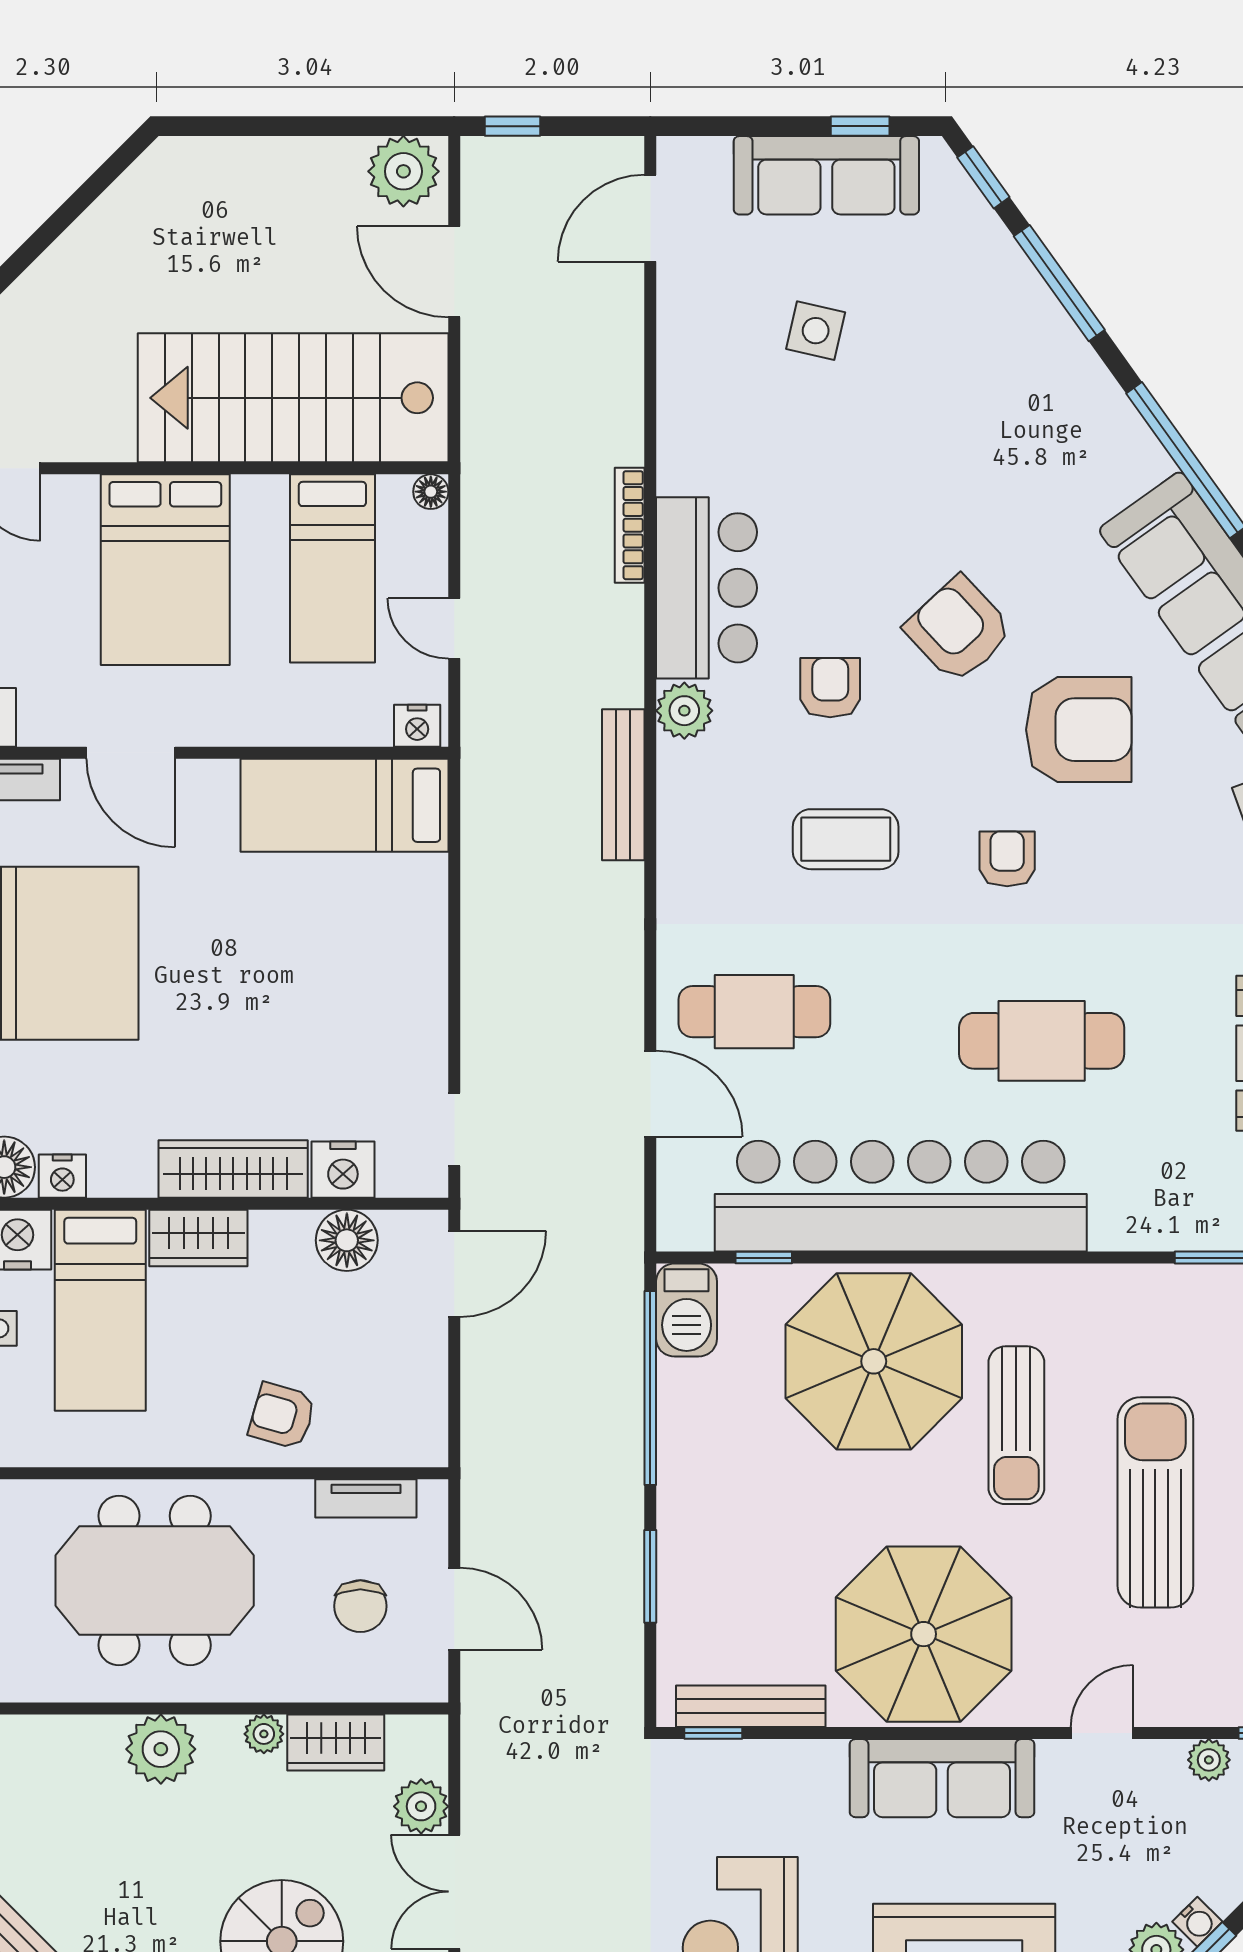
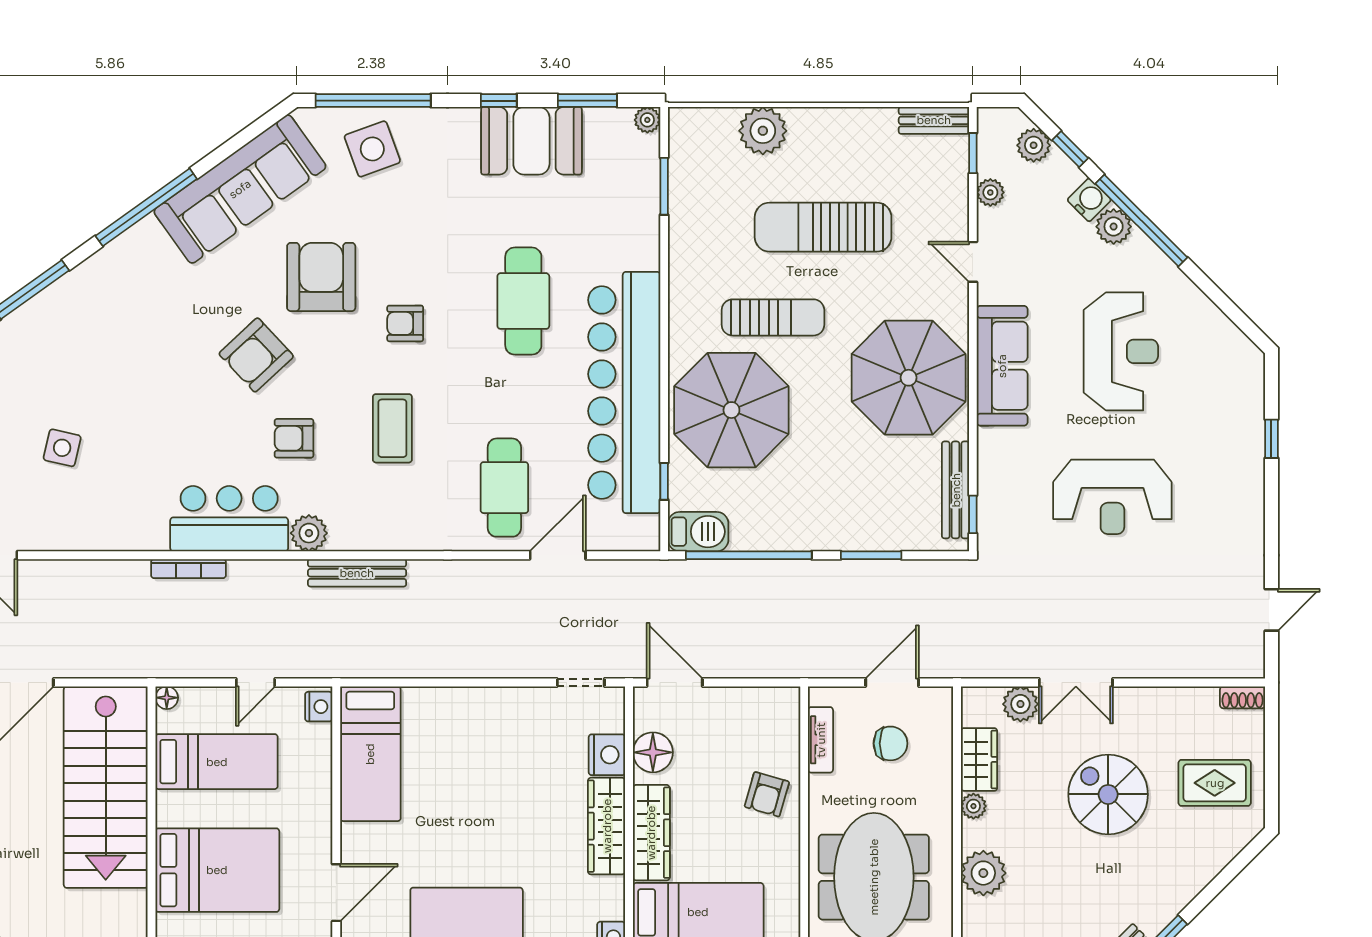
wardrobe: (198, 1238) -> (651, 833), width x1.50
water cooler: (1197, 1922) -> (1089, 200), width x1.38, depth x1.38

